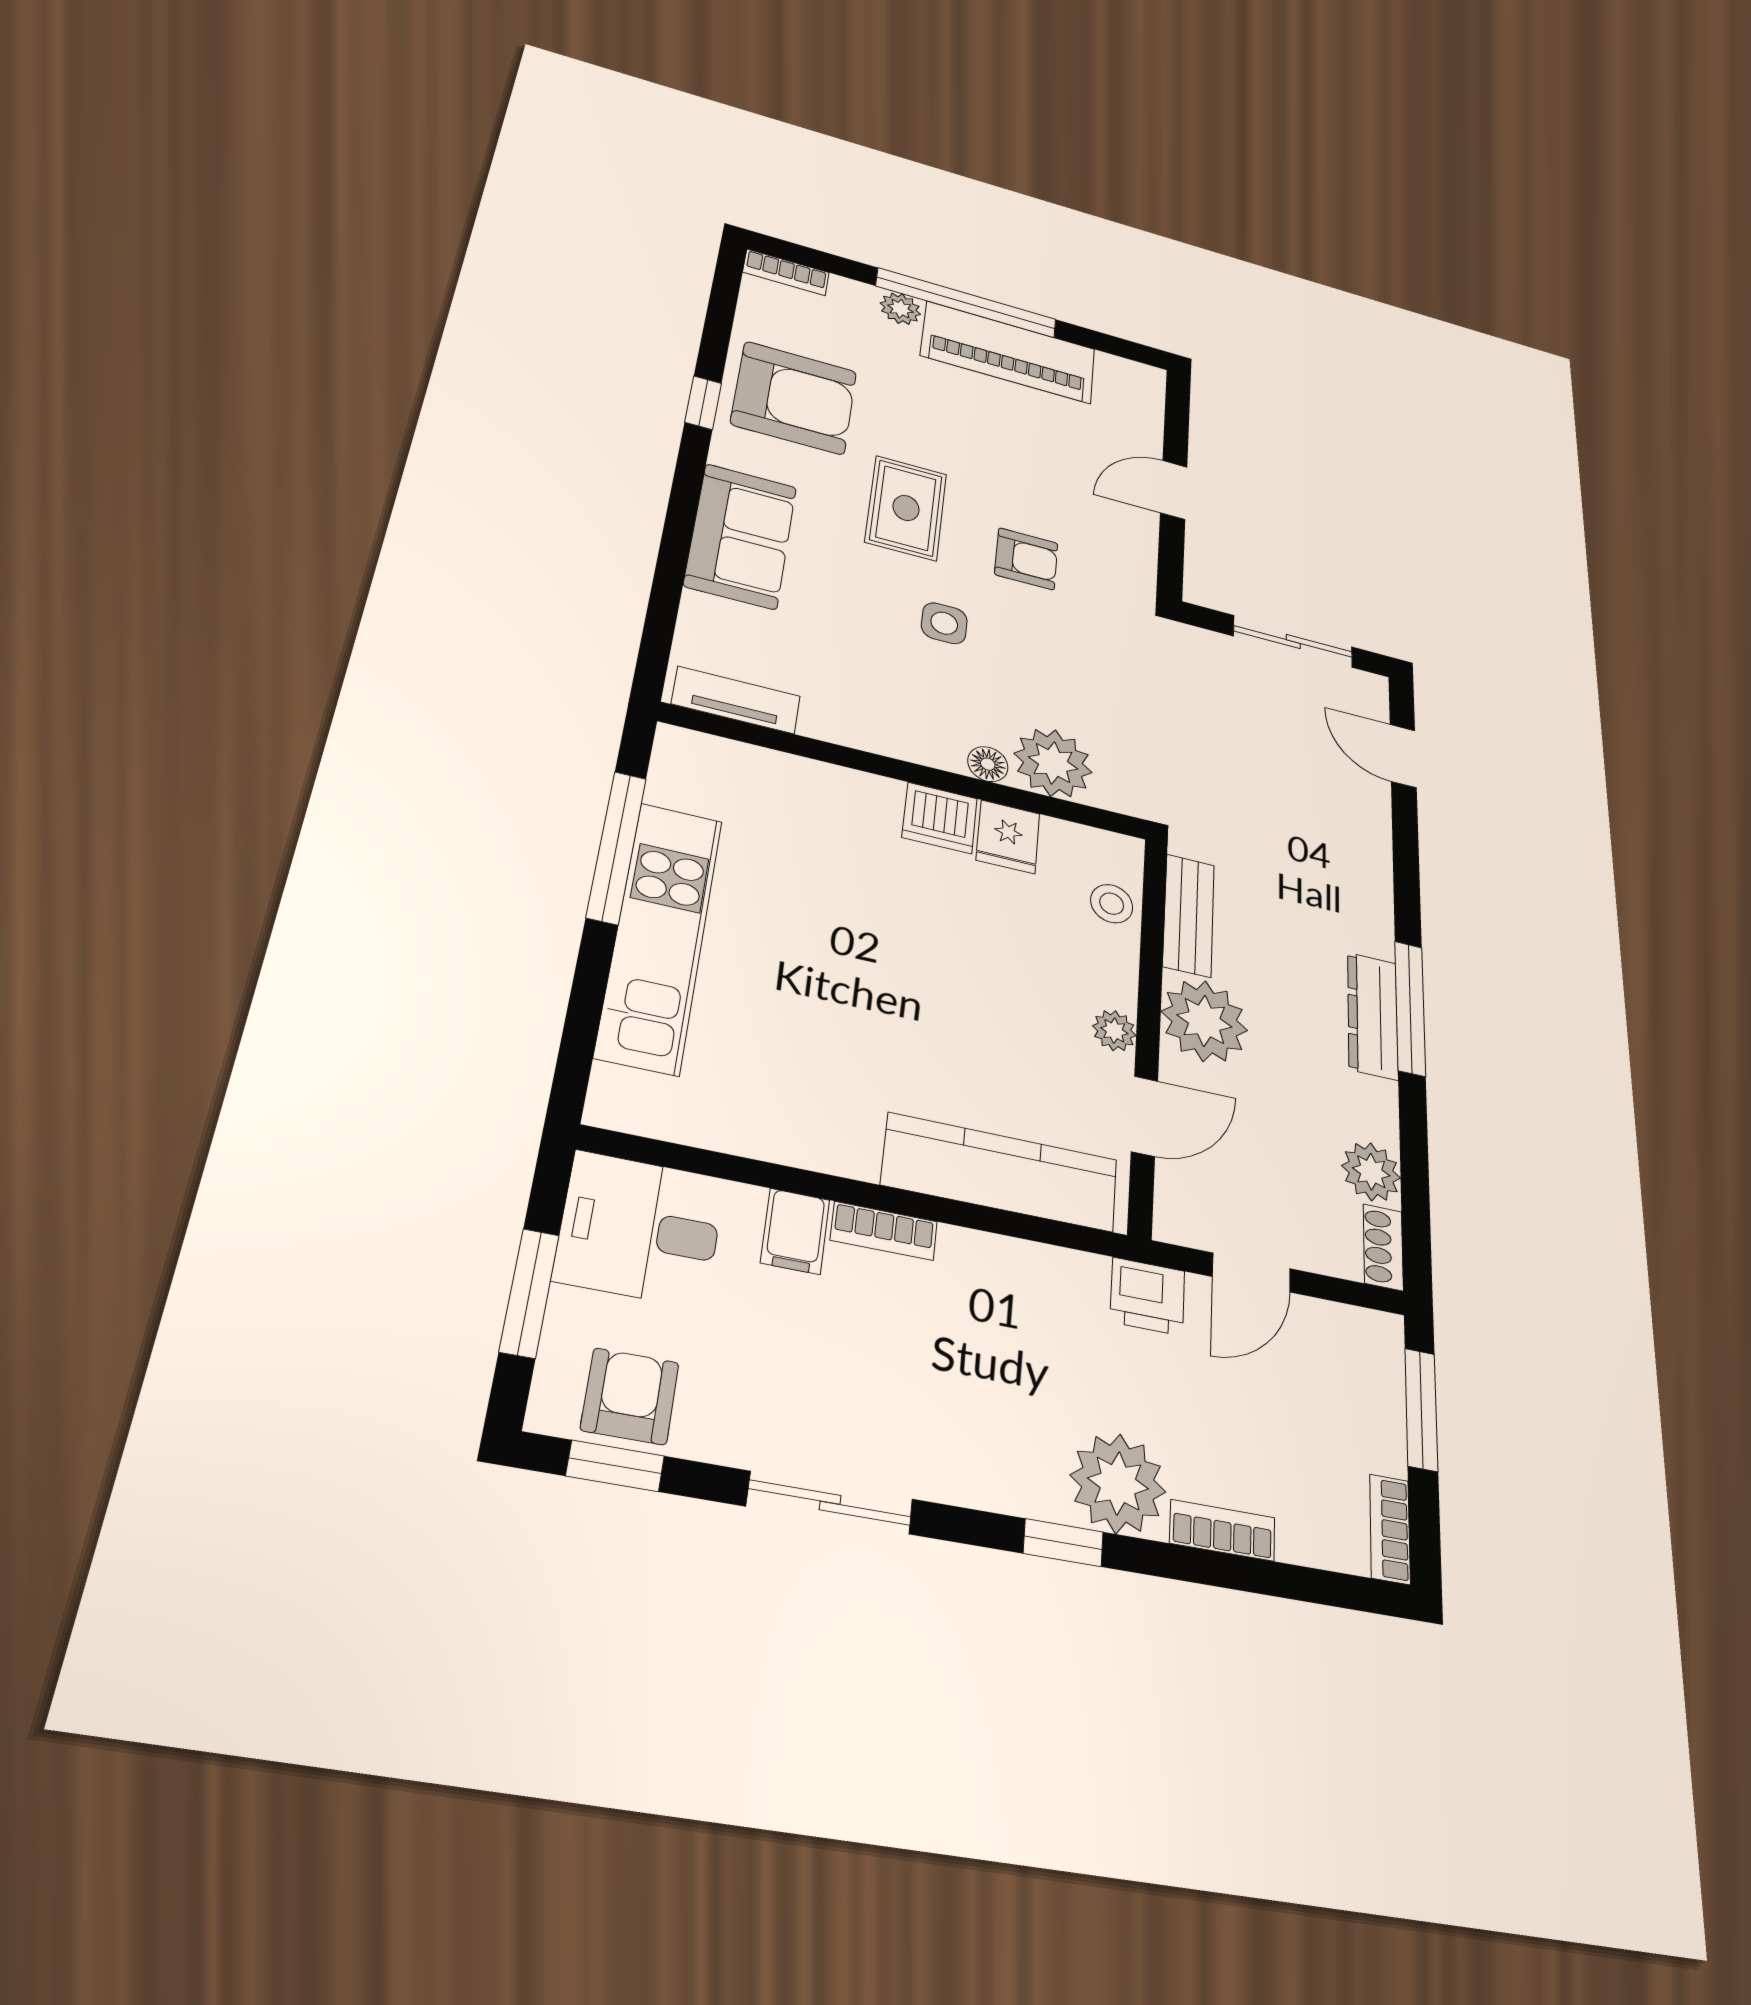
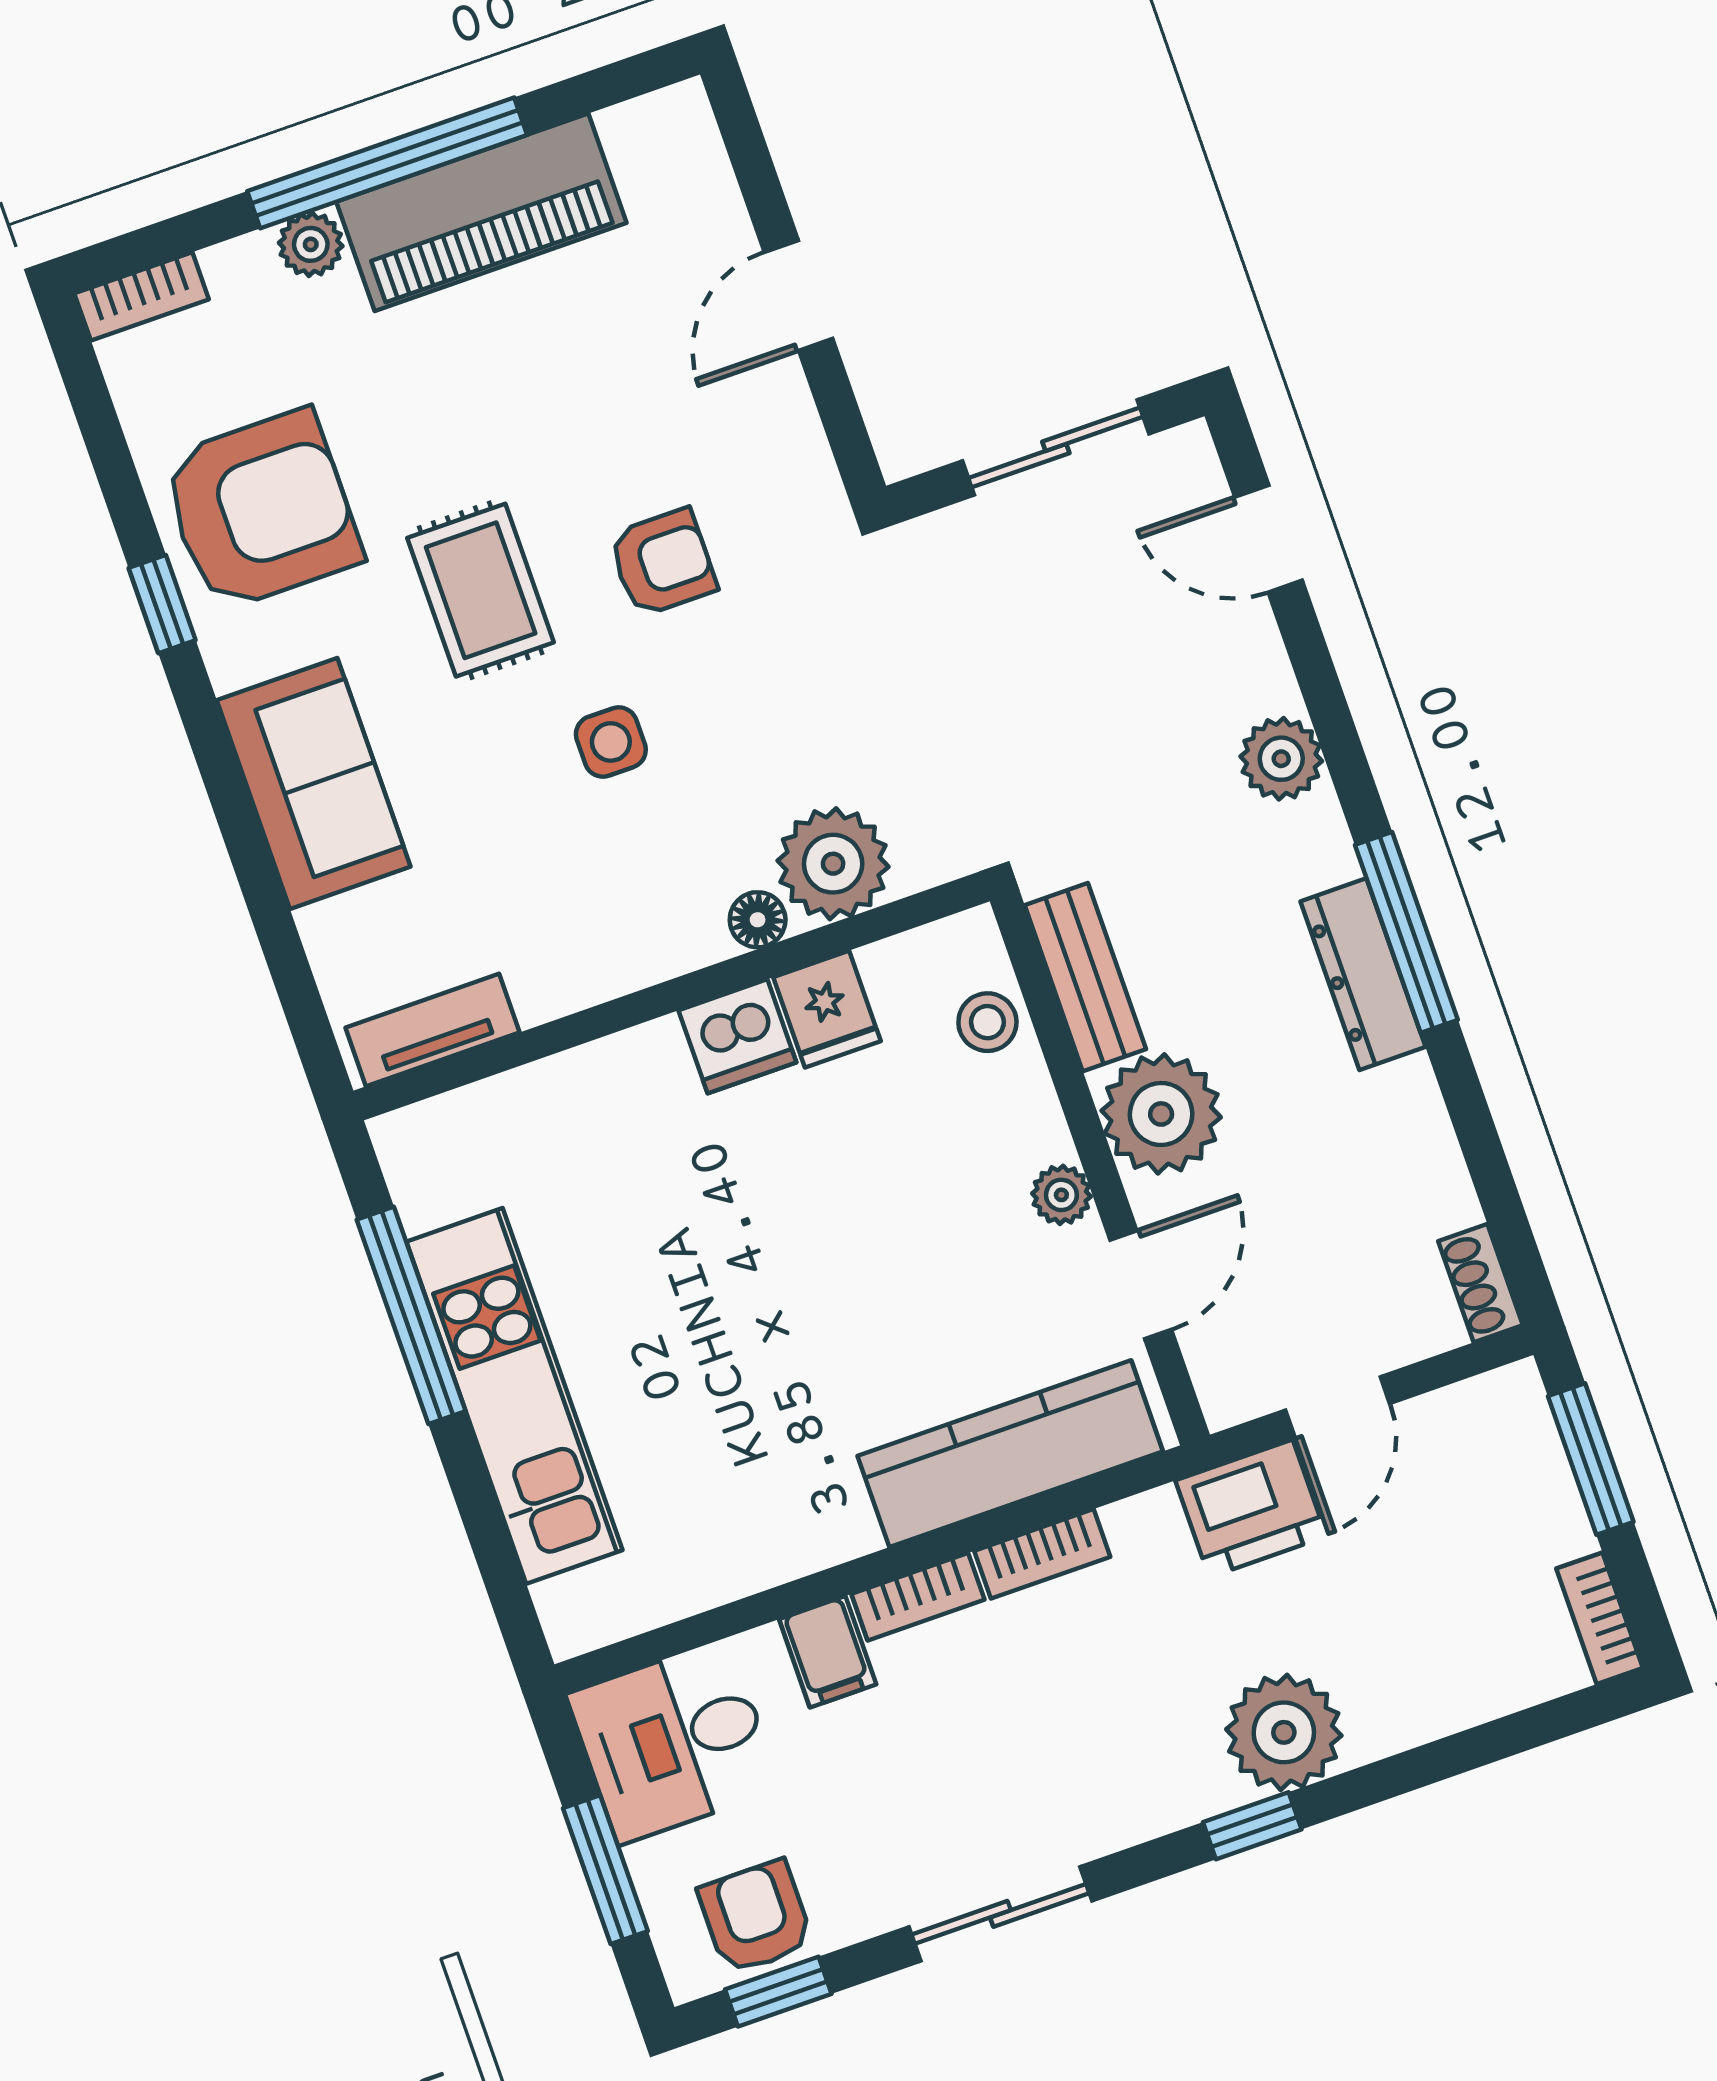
plant: (1371, 1172) -> (1281, 759), moved
printer: (1148, 1296) -> (1251, 1508), width x1.36, depth x1.24
bookcase: (1222, 1530) -> (1042, 1554), moved, turned 180

